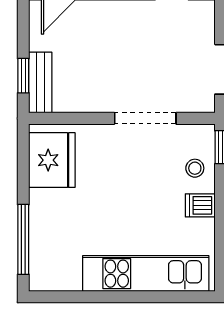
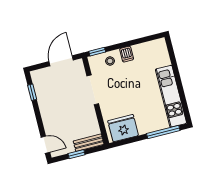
window: (23, 76) -> (76, 154), moved
kitchen unit: (146, 274) -> (171, 96), moved

